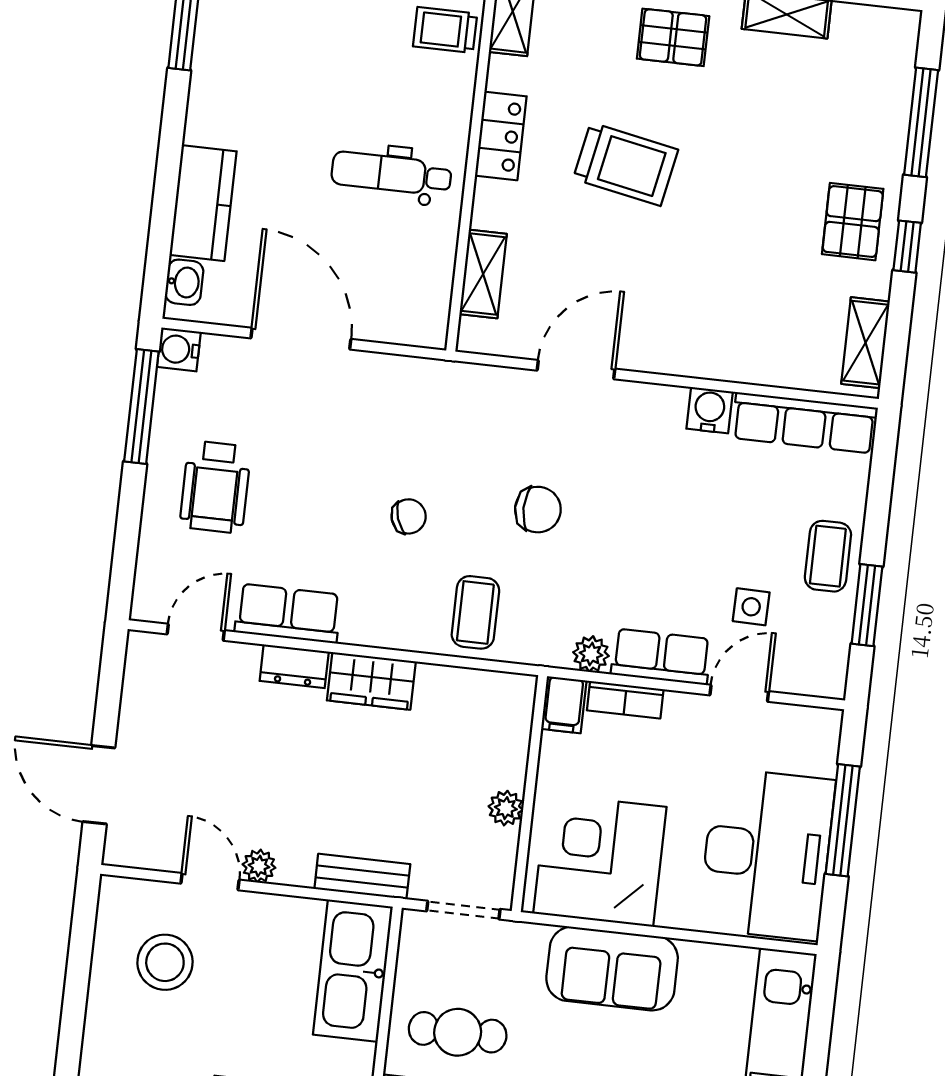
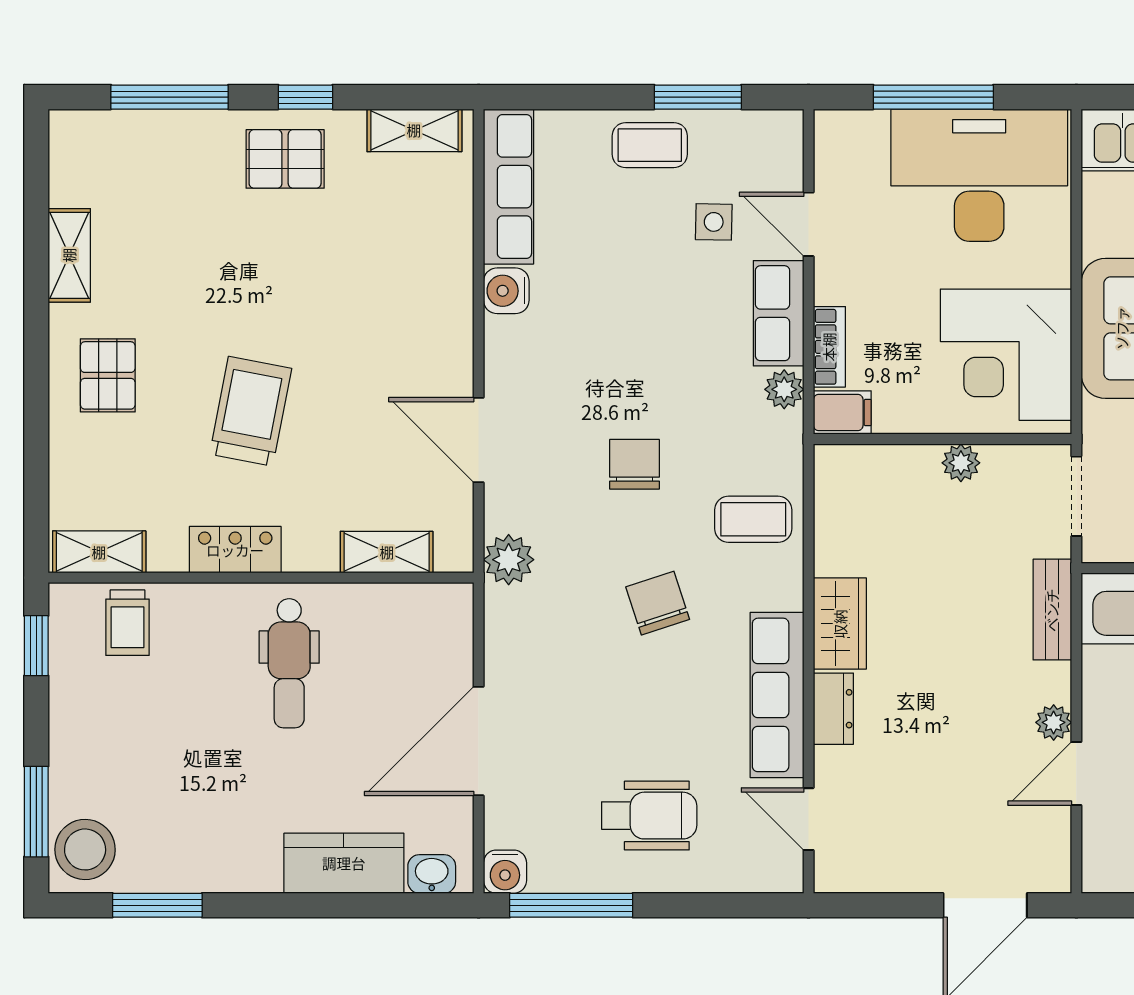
plant: (464, 385) -> (509, 560), added
chair: (409, 516) -> (658, 603), width x1.37, depth x1.37
row of seats: (288, 613) -> (777, 695), width x1.48

